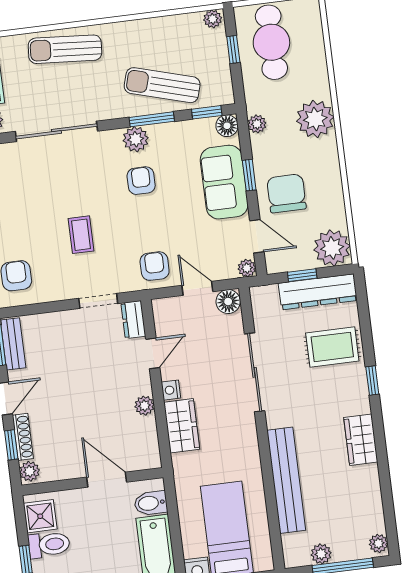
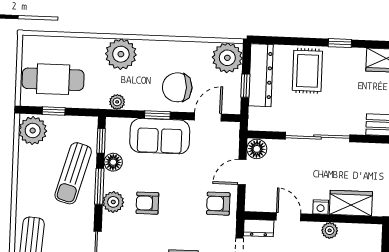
plant: (213, 19) -> (33, 131), width x1.88, depth x1.88
floor lamp: (227, 126) -> (113, 162), moved
plant: (247, 268) -> (232, 129), removed

